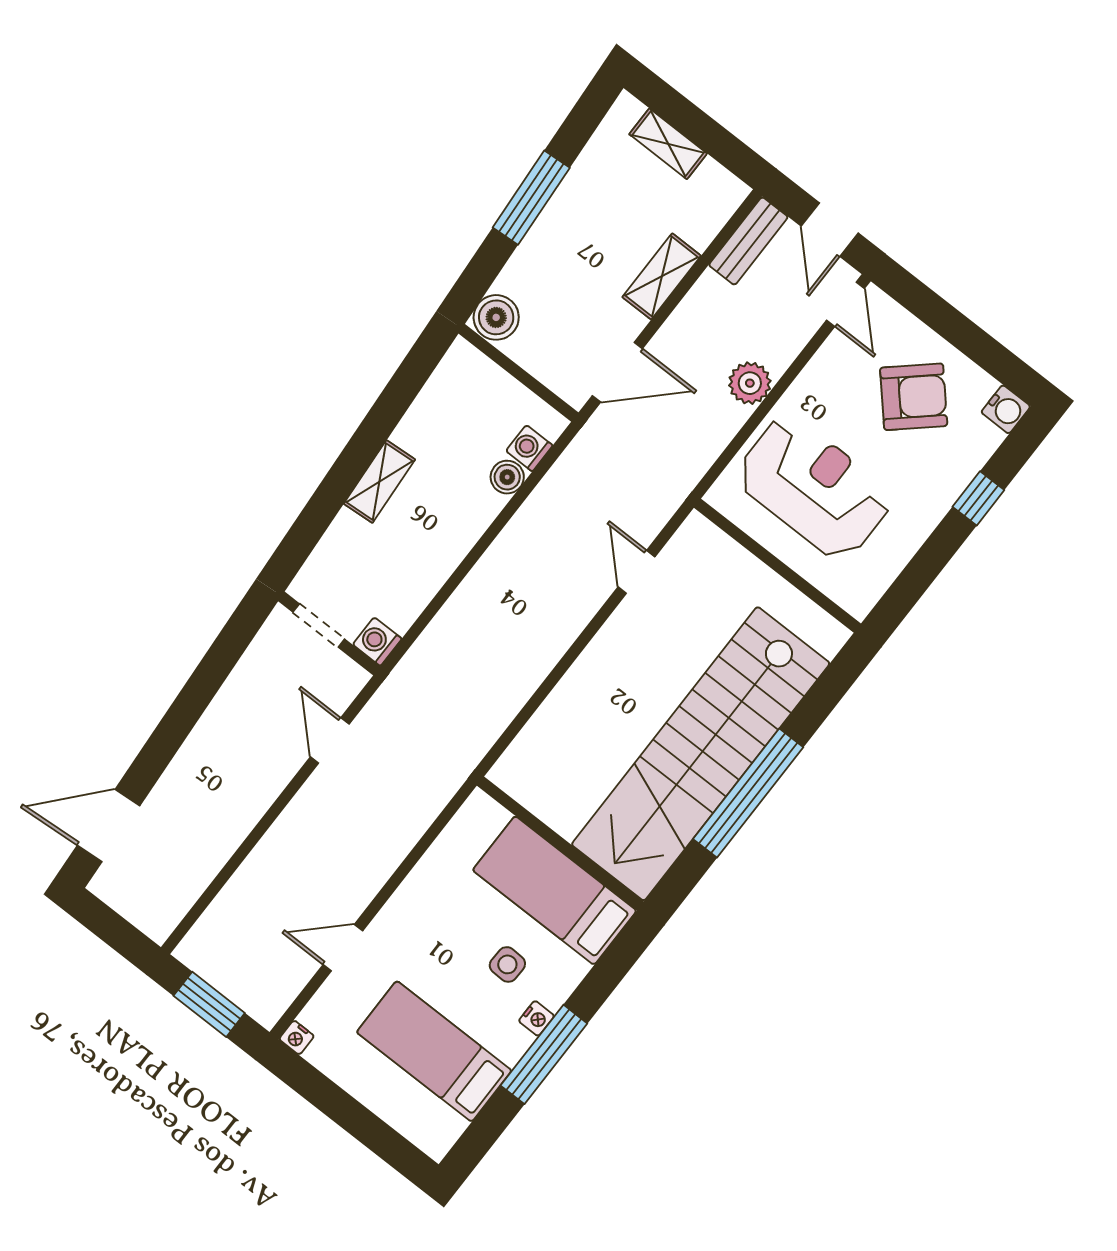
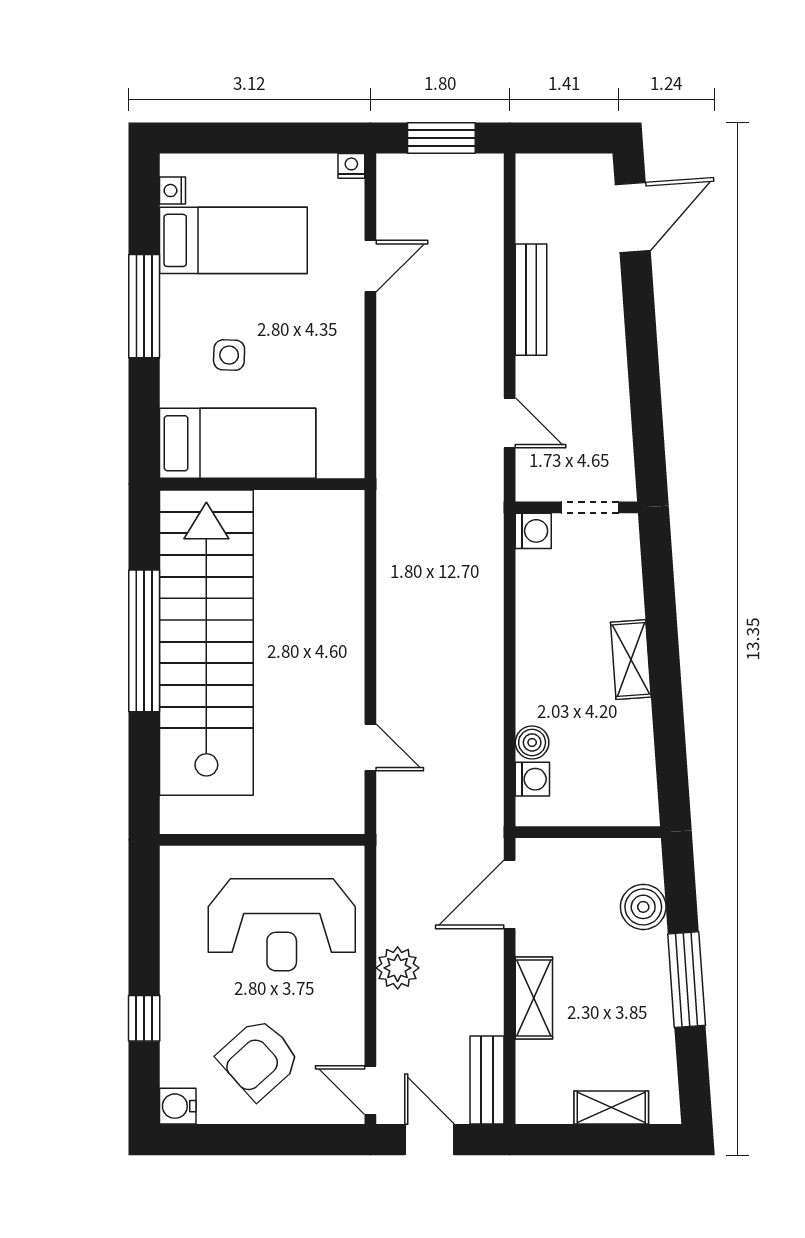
boiler: (496, 317) -> (643, 907), moved
bench: (238, 824) -> (531, 300), added
nightstand: (536, 1018) -> (173, 191), moved

